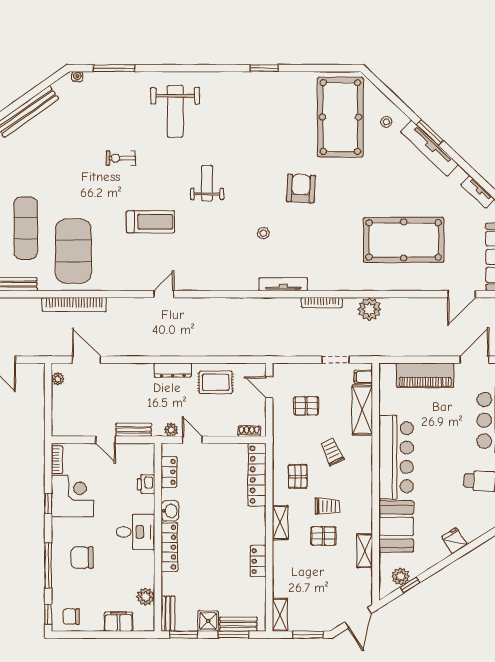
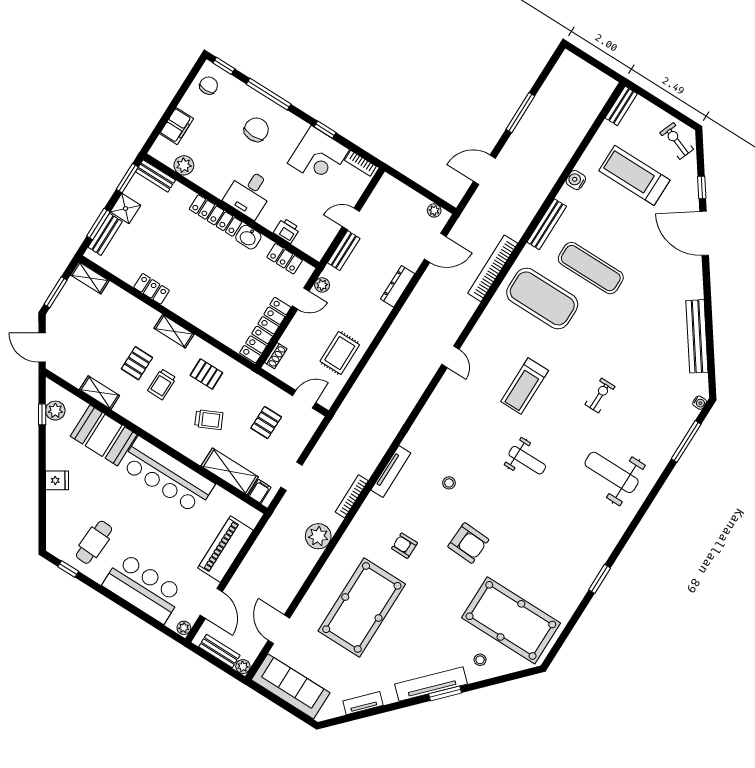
armchair: (334, 237) -> (404, 546), added
dresser: (173, 370) -> (398, 286), moved
locker: (257, 475) -> (265, 330), moved, turned -90

